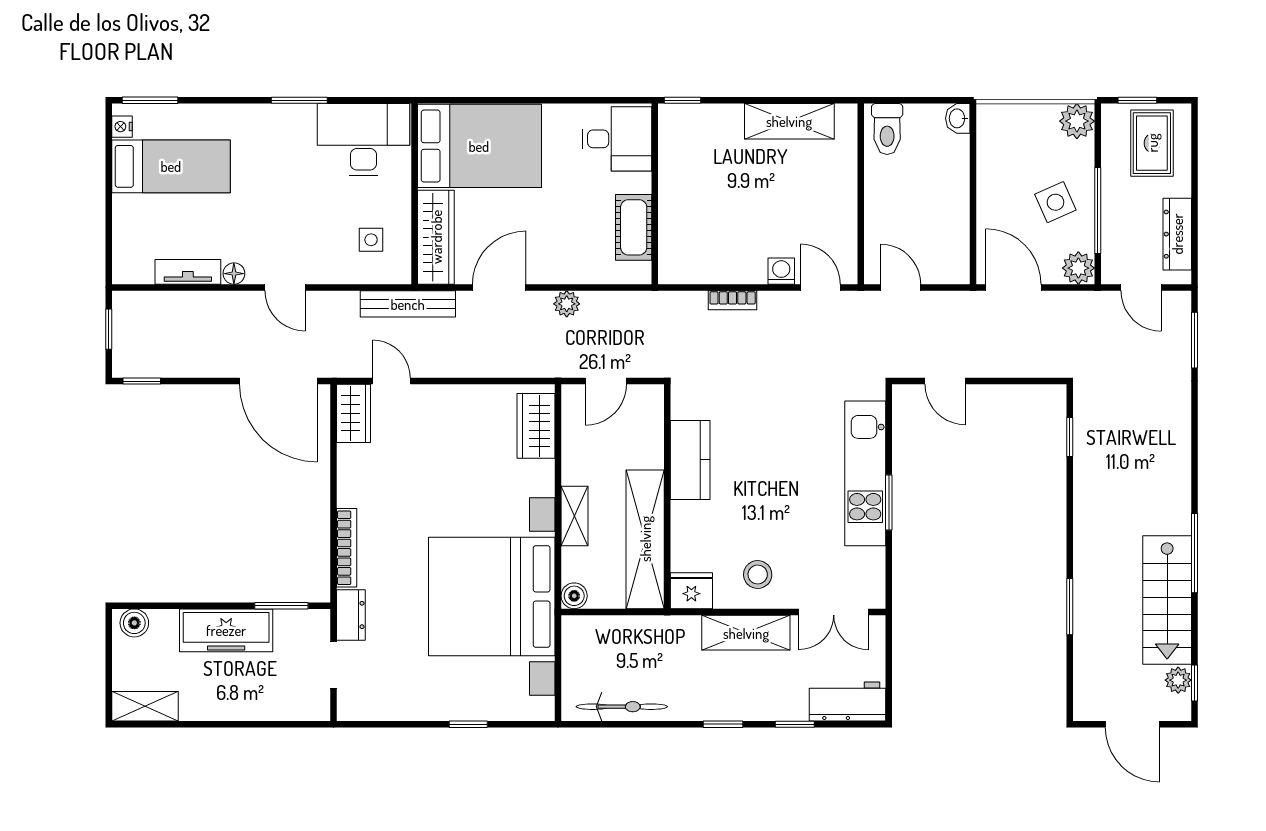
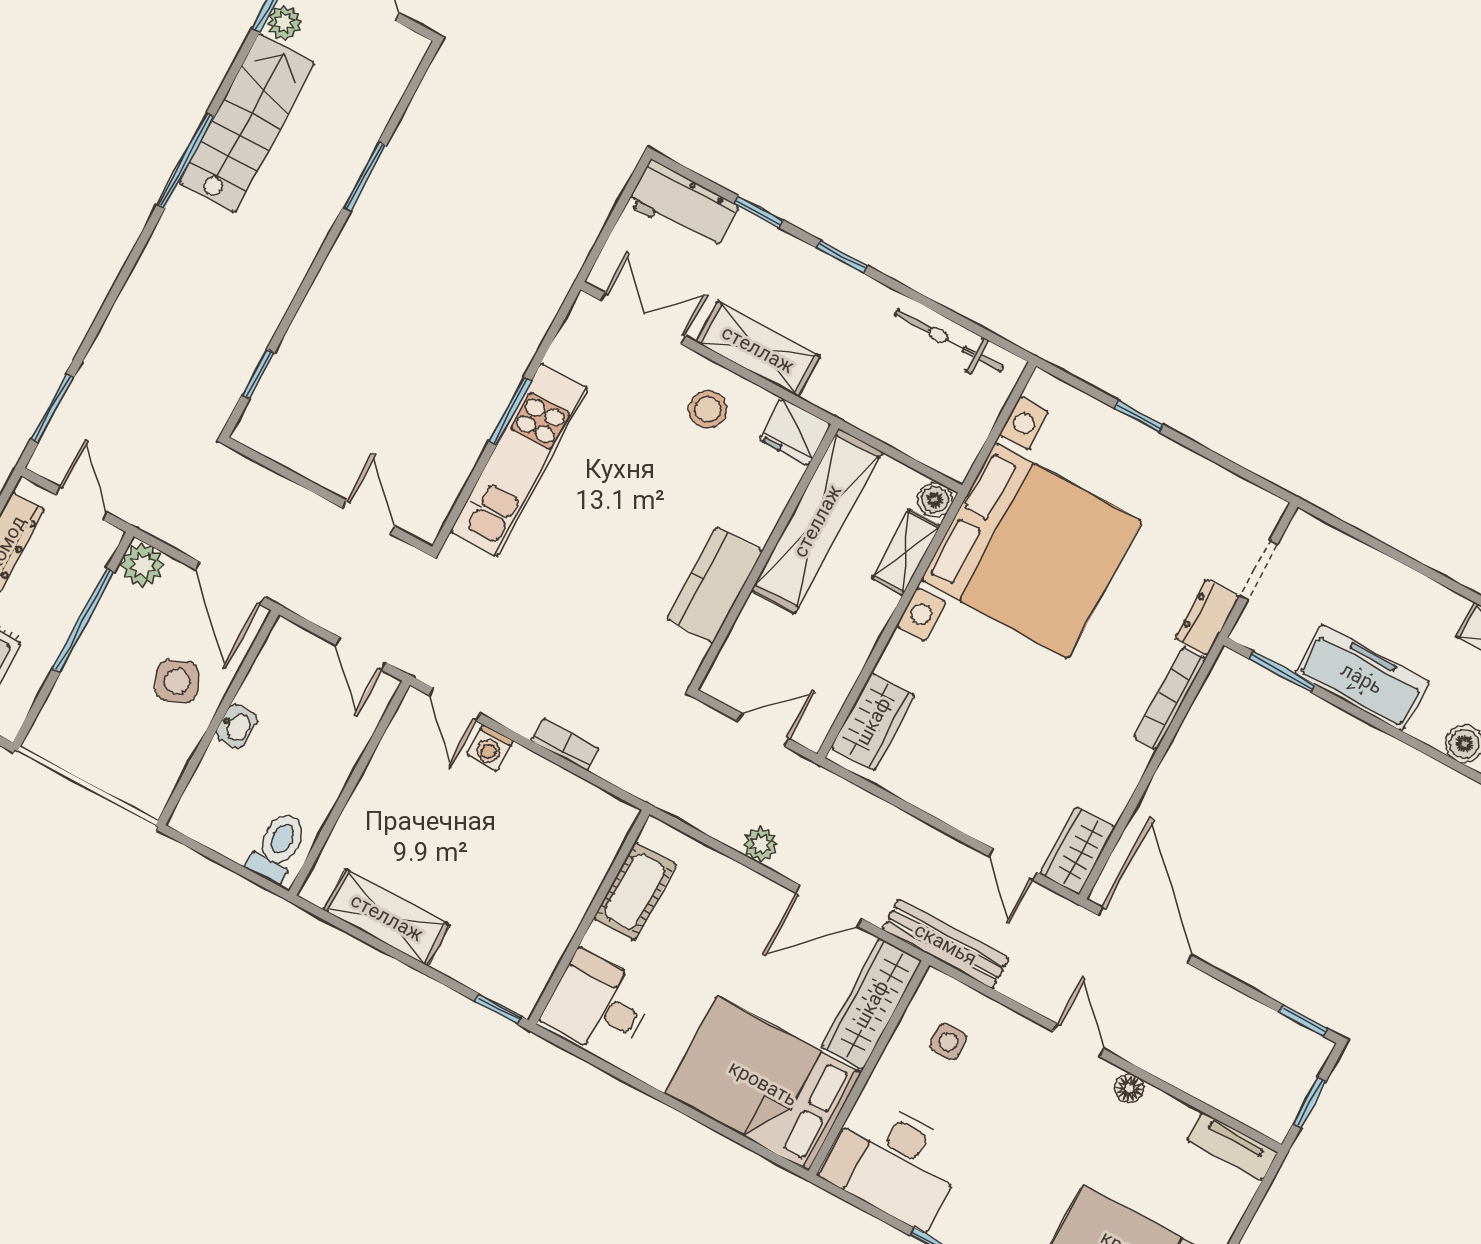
washbasin: (958, 118) -> (237, 726), moved
plant: (1077, 121) -> (52, 737), removed
side table: (1055, 202) -> (177, 681), moved
tv unit: (188, 272) -> (1232, 1146), moved
shelving: (575, 516) -> (906, 552), moved

